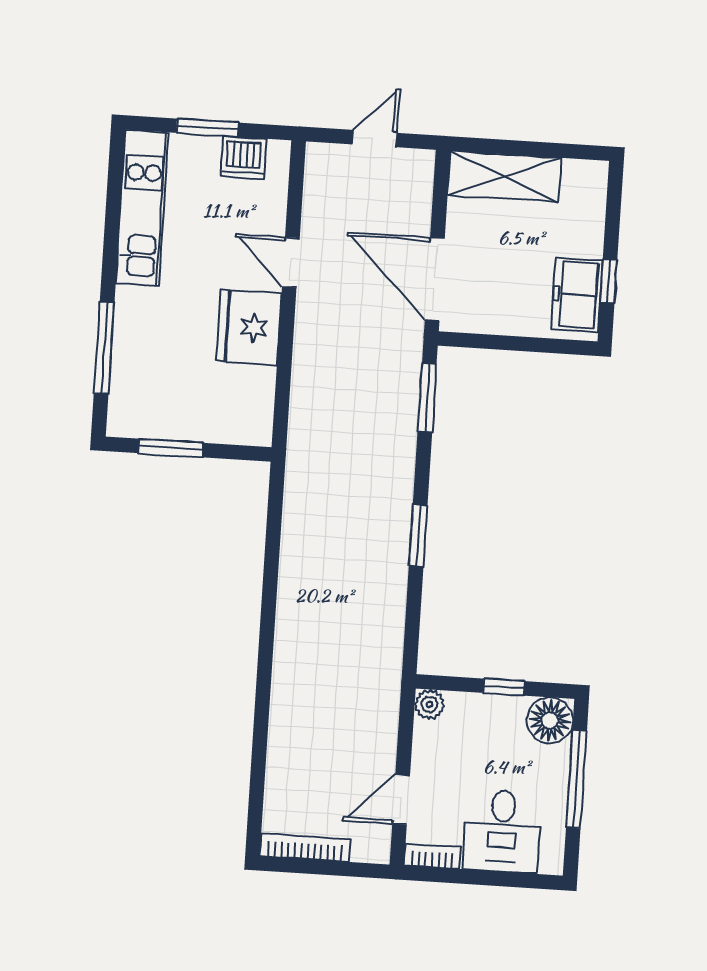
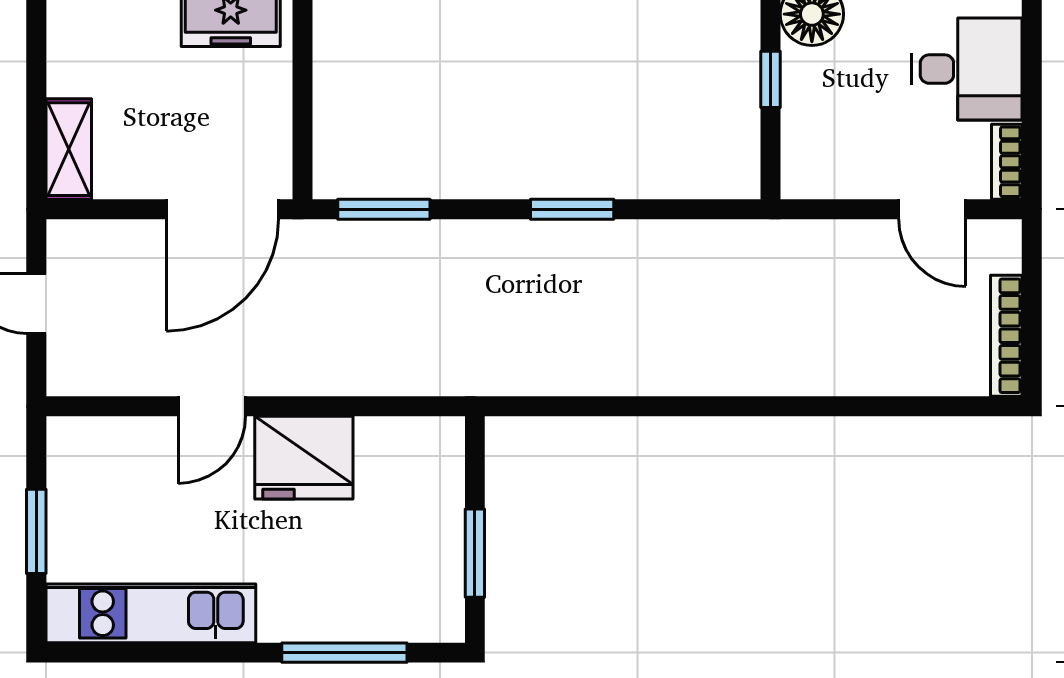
dishwasher: (244, 158) -> (74, 480), removed
shelving: (504, 176) -> (69, 149), width x0.67, depth x0.75
plant: (429, 704) -> (801, 179), removed

